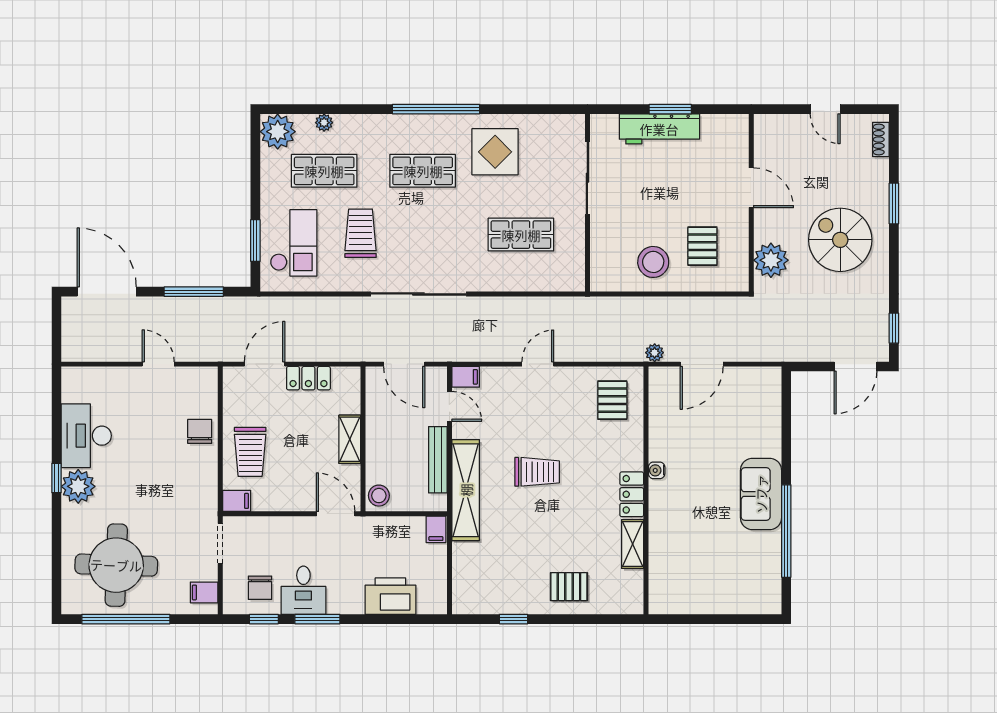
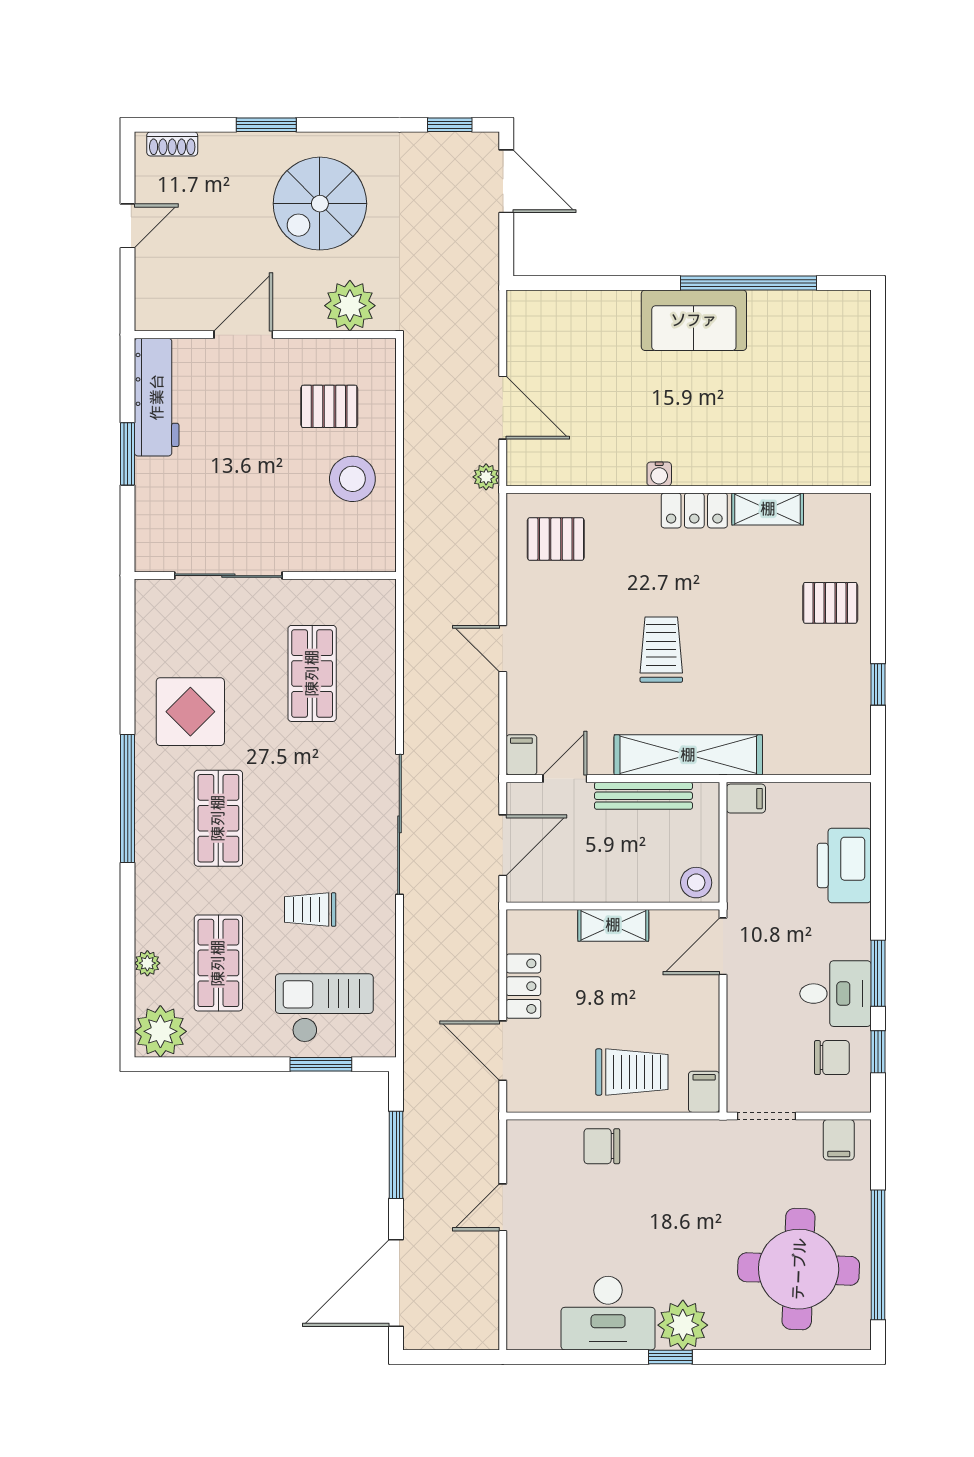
workbench: (659, 129) -> (157, 397), moved
trolley: (361, 233) -> (310, 910), width x0.73, depth x0.72
pallet: (569, 587) -> (830, 603), turned 90

